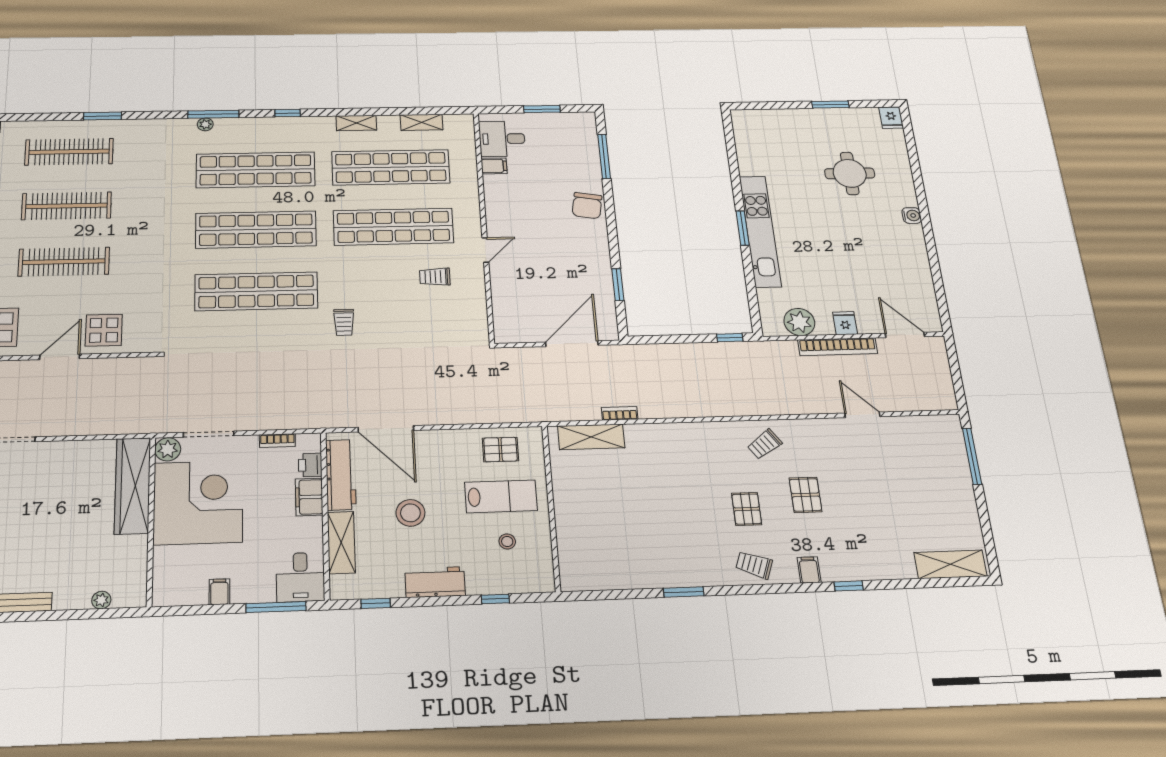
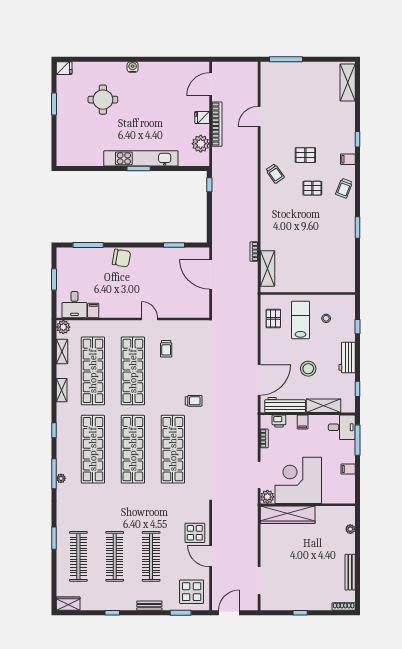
plant: (463, 123) -> (63, 327), added
filing cabinet: (309, 497) -> (303, 422), width x0.50

